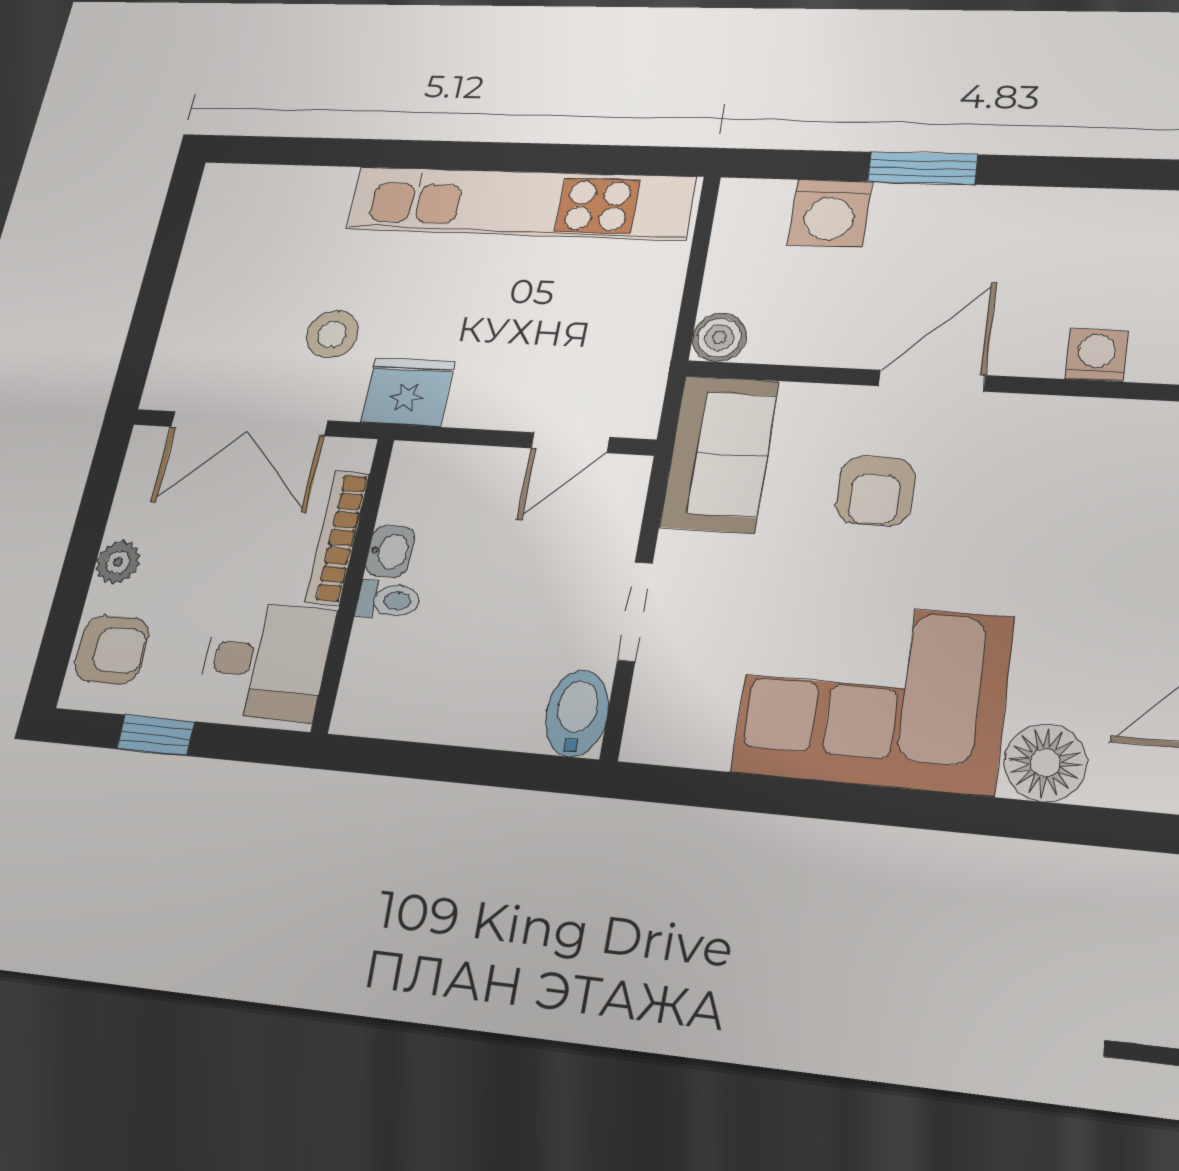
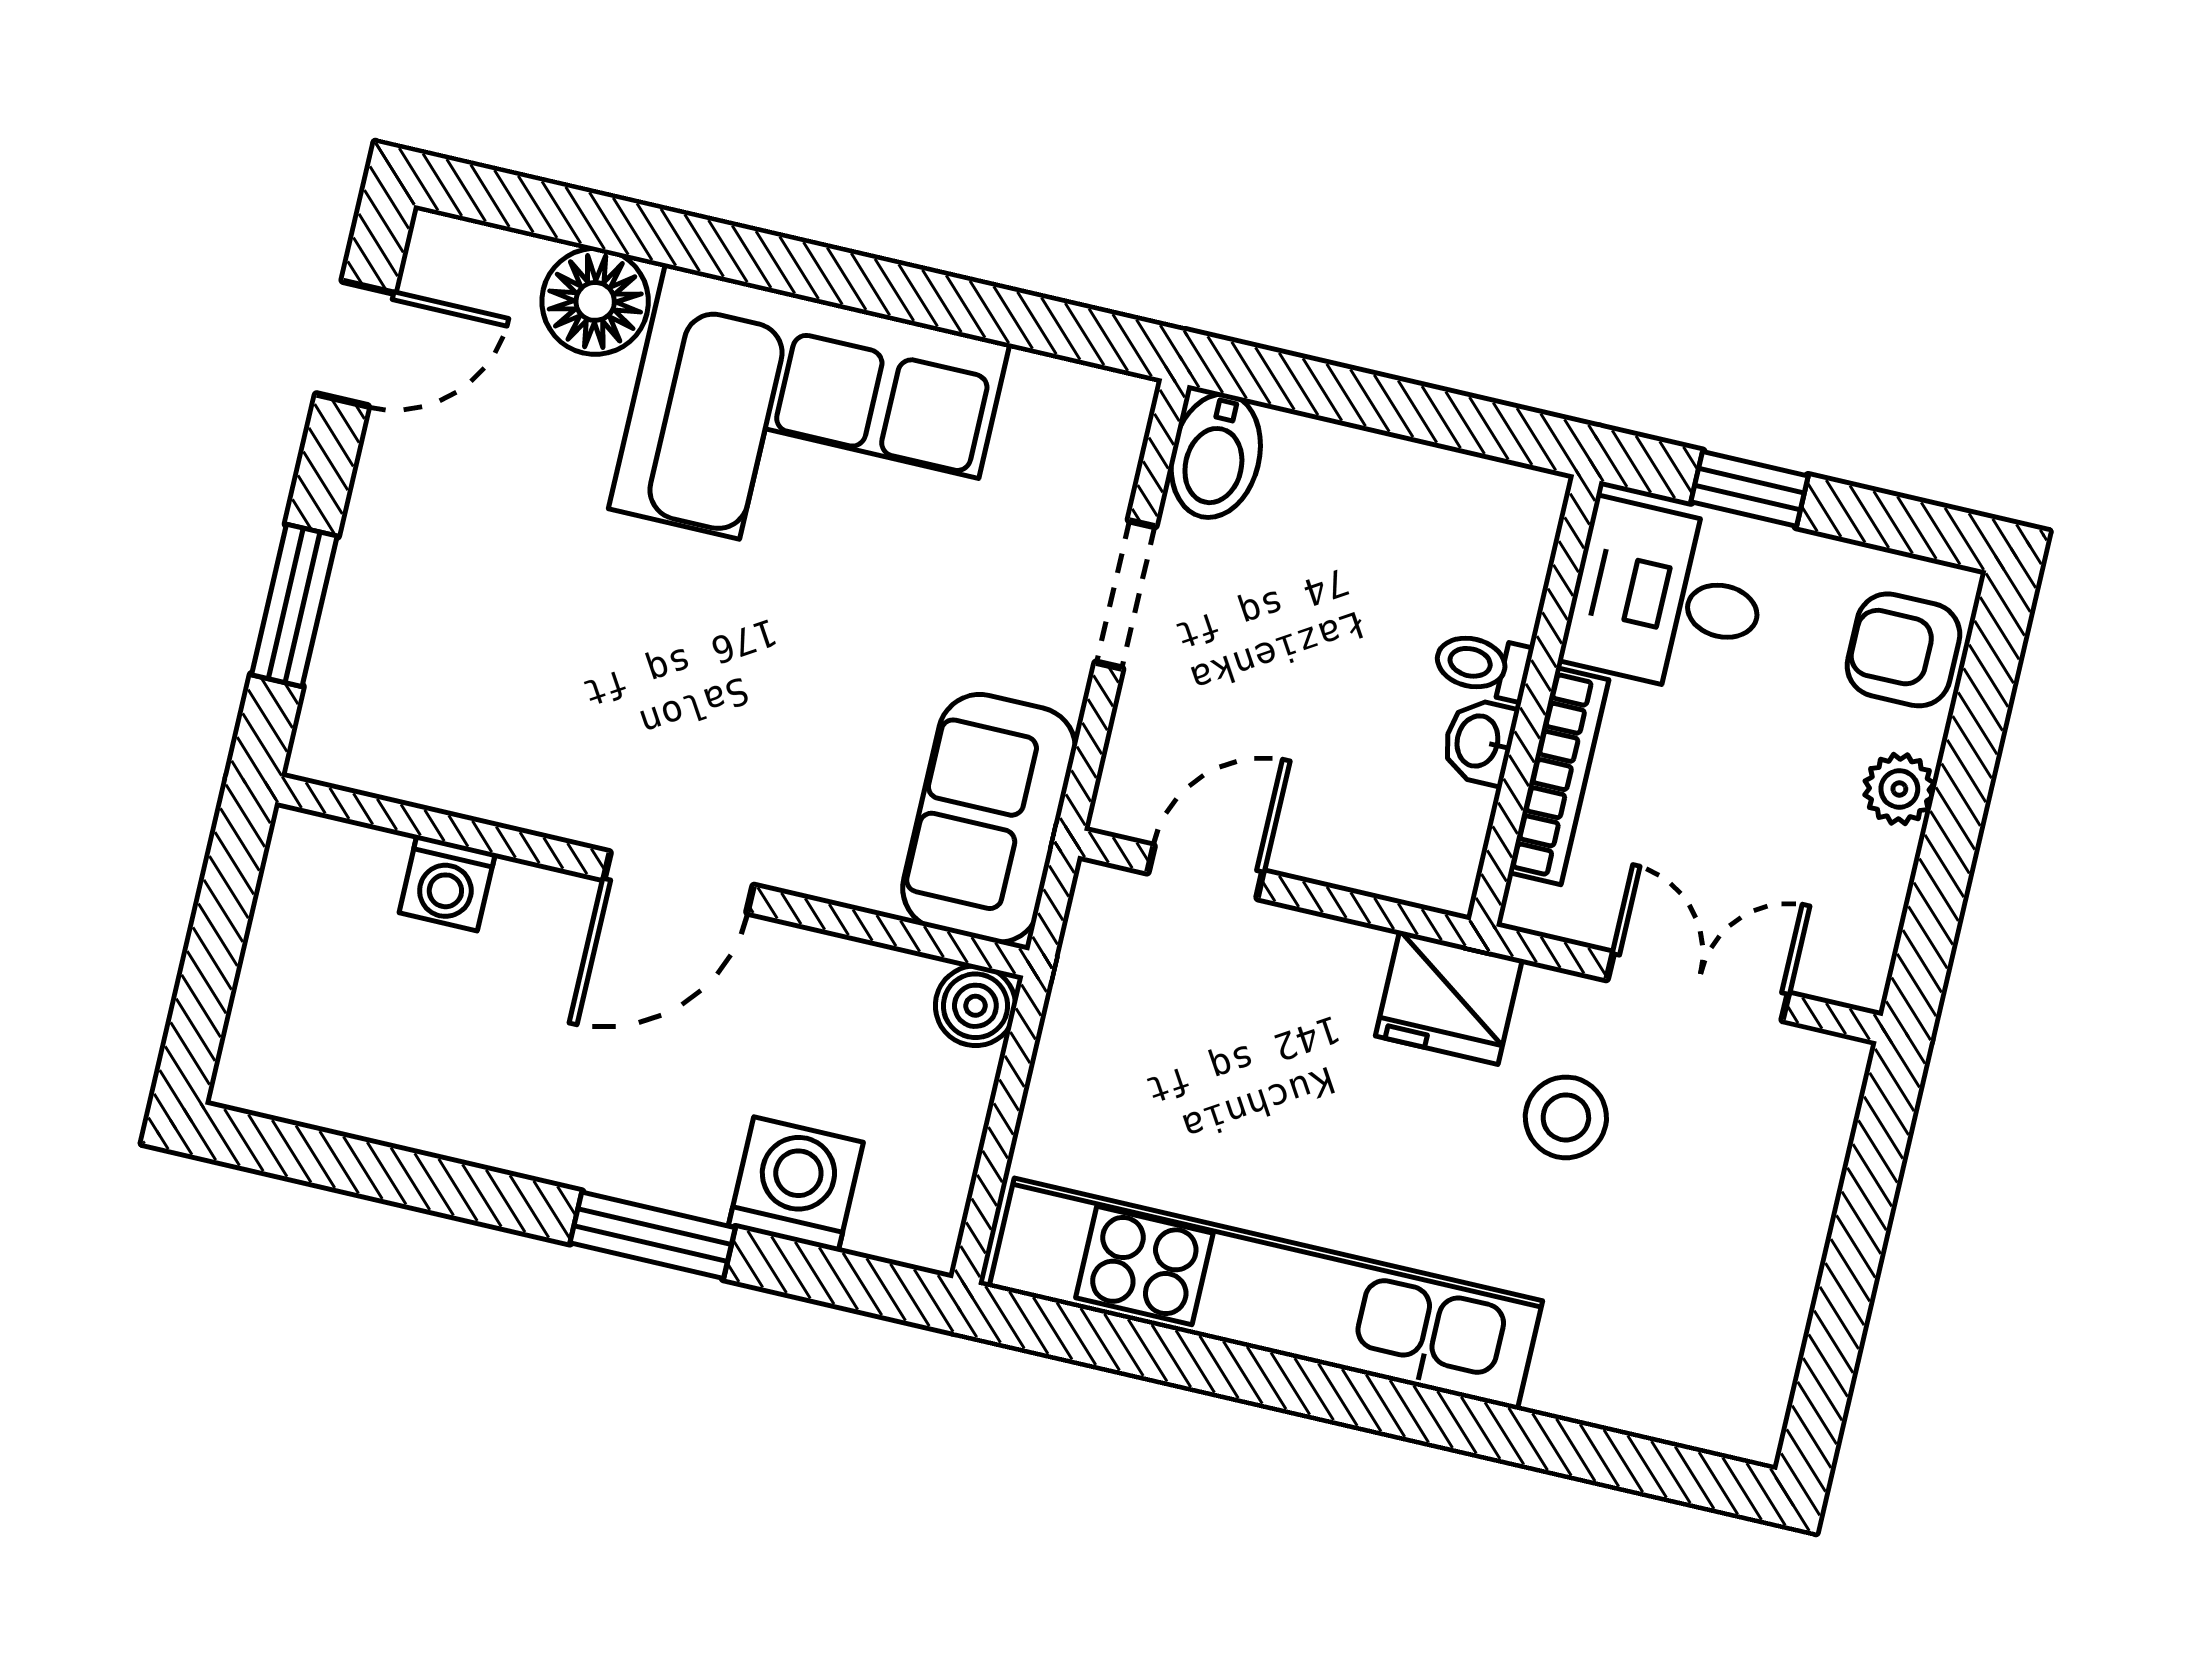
double door: (249, 424) -> (1698, 987), width x0.73
armchair: (875, 491) -> (775, 724), removed
window: (156, 735) -> (1749, 489), moved

